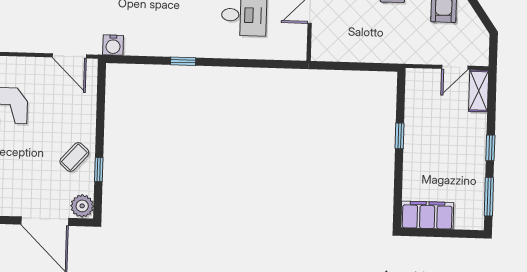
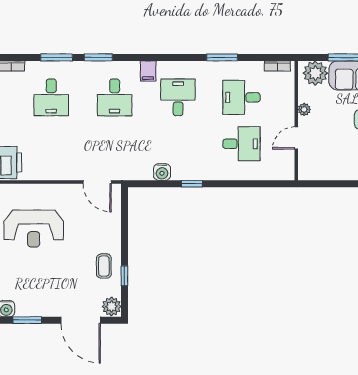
water cooler: (113, 45) -> (162, 172), moved
coffee table: (74, 157) -> (104, 266), turned -42

